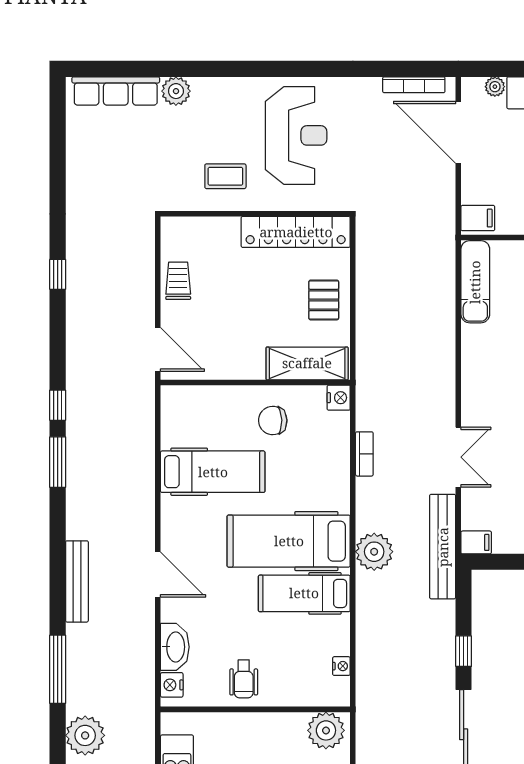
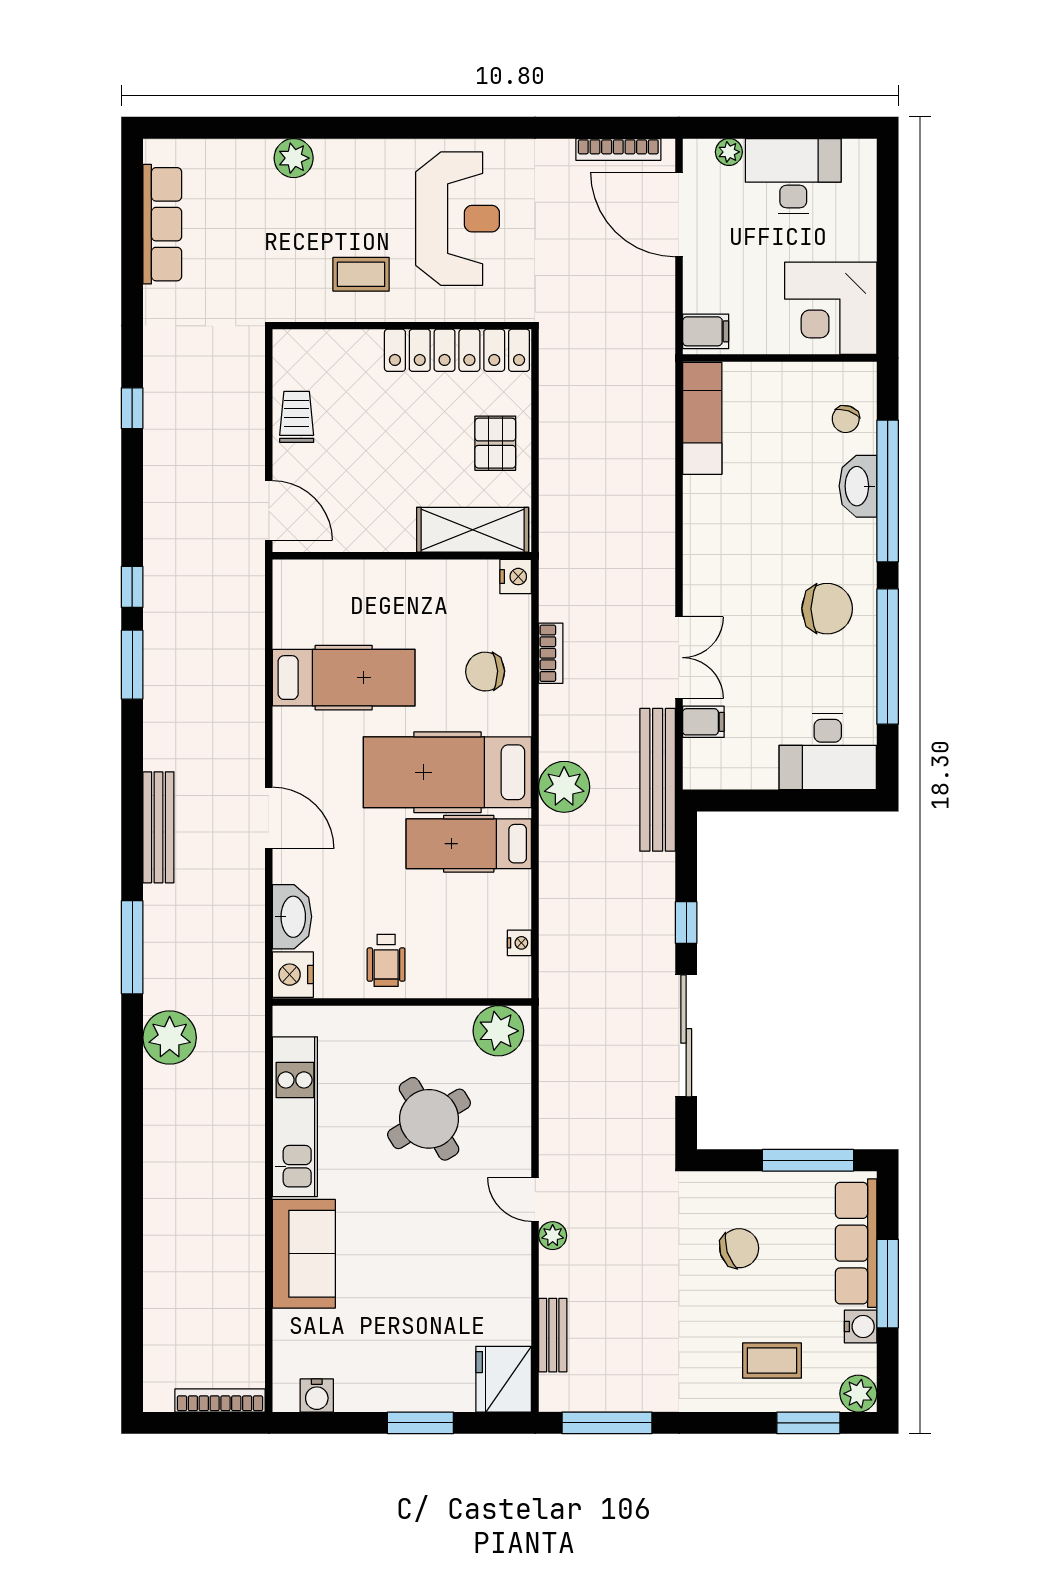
row of seats: (116, 91) -> (162, 224), moved, turned -90
chair: (273, 421) -> (485, 672), moved
filing cabinet: (476, 542) -> (703, 722), moved
nightstand: (172, 685) -> (293, 975), width x1.36, depth x1.33

